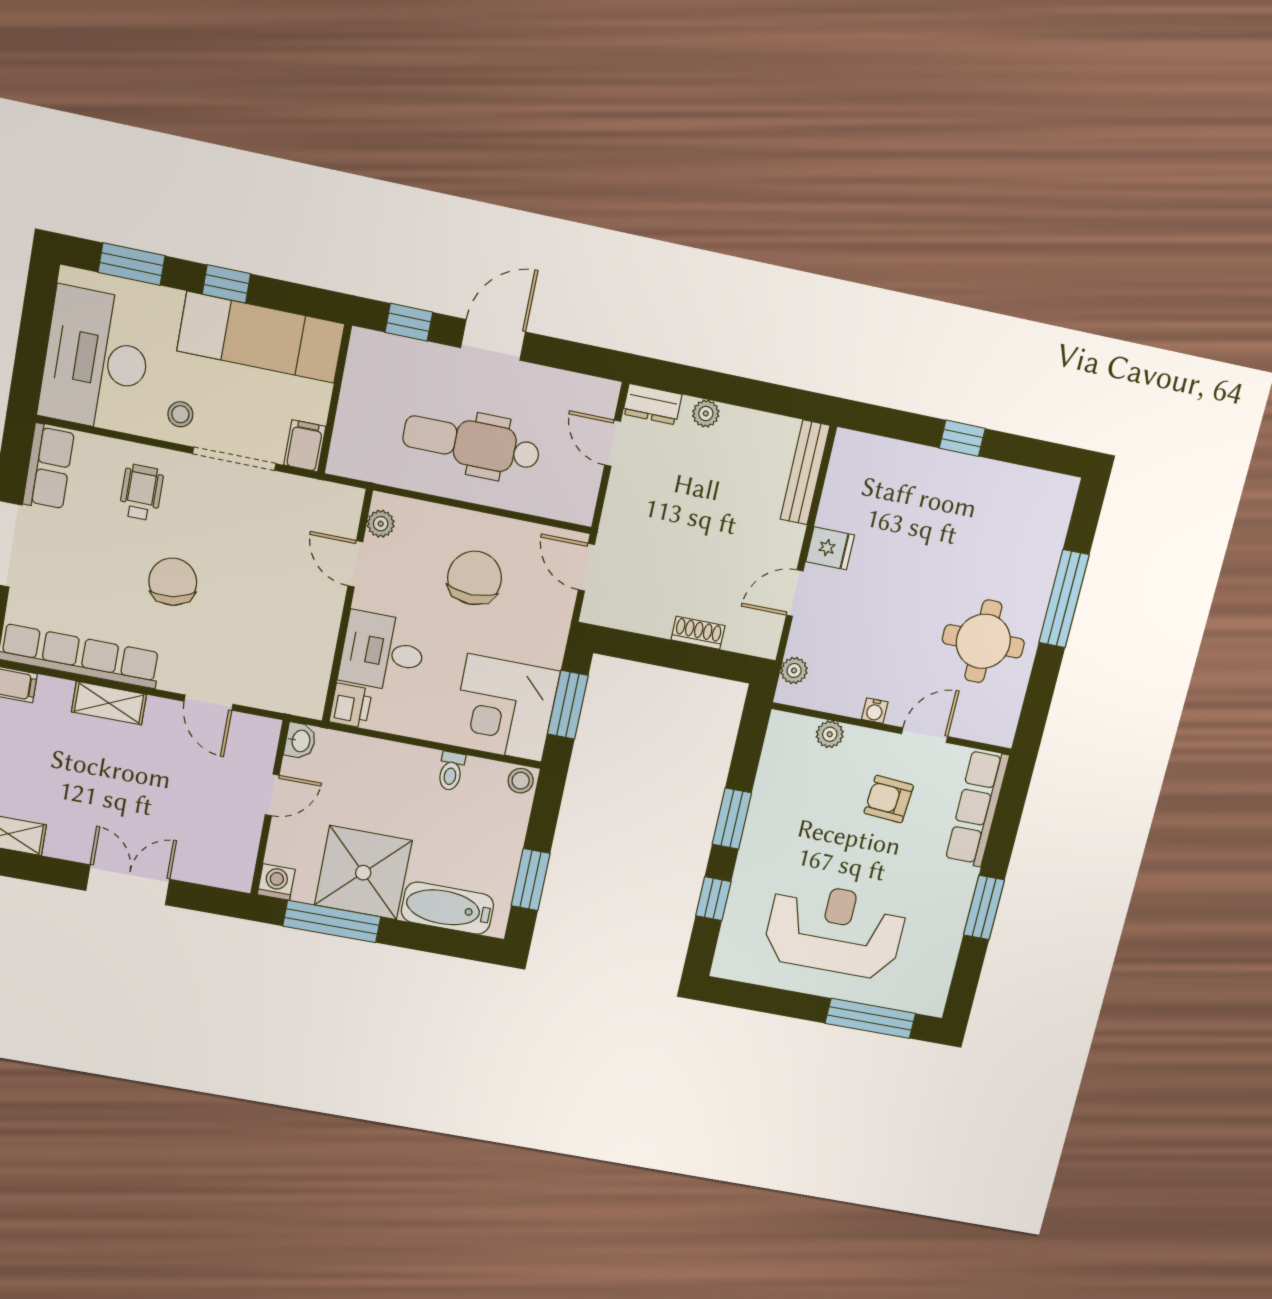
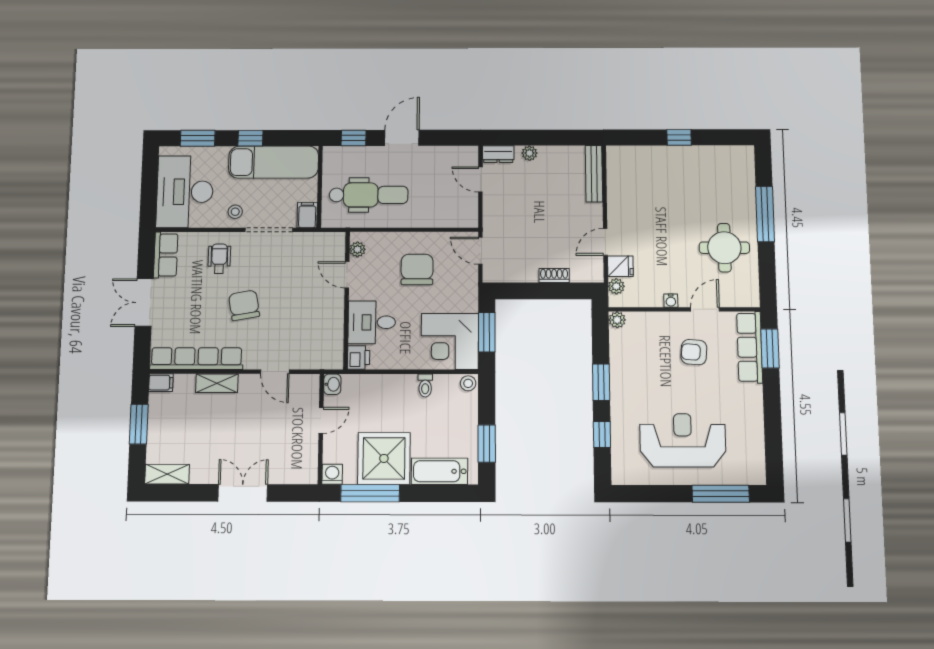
dental chair: (471, 443) -> (369, 195), moved, turned 180
fridge: (830, 548) -> (620, 266), moved
plant: (830, 734) -> (617, 320), moved
window: (984, 907) -> (770, 348), moved

